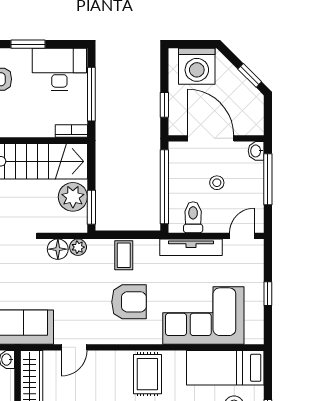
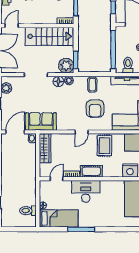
plant: (73, 197) -> (66, 66), moved
armchair: (129, 302) -> (95, 109), turned 90
door: (74, 347) -> (82, 132), moved

